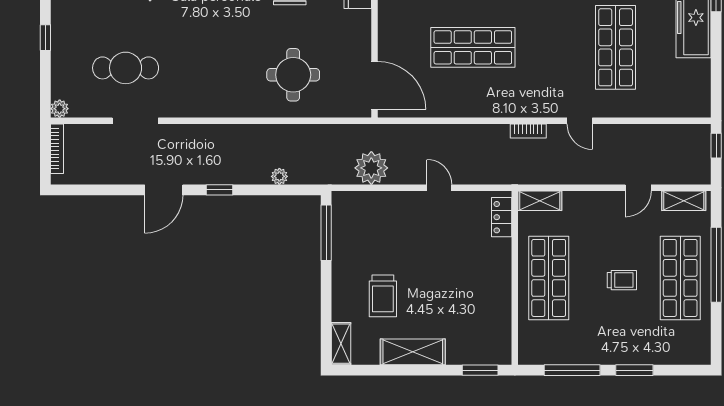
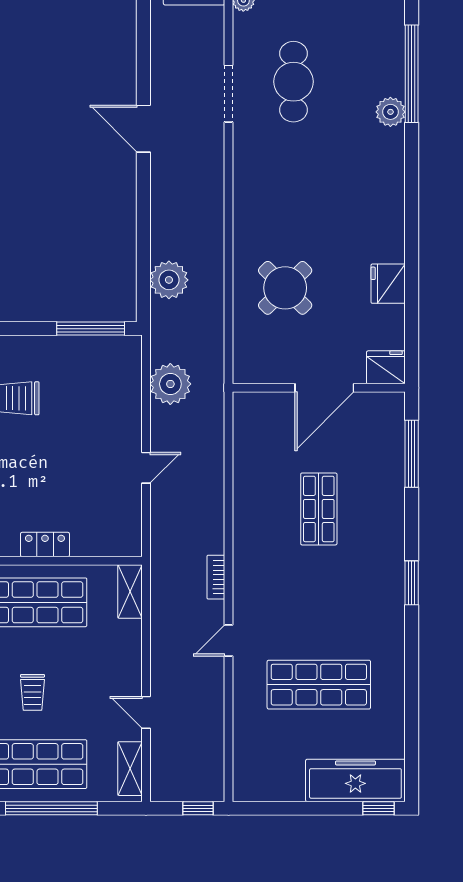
shop shelf: (473, 47) -> (319, 509), width x0.70, depth x0.74
round table: (293, 75) -> (285, 288), turned 45
door: (374, 85) -> (324, 388), moved
plant: (279, 176) -> (169, 280), width x1.88, depth x1.88
window: (220, 190) -> (143, 197), removed
locker: (502, 217) -> (45, 544), moved

